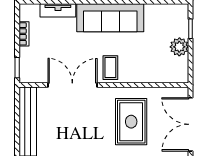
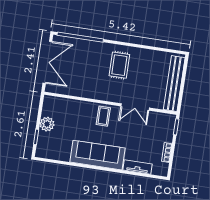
double door: (72, 85) -> (135, 107), width x0.73
rug: (131, 122) -> (119, 65), moved, width x0.73, depth x0.70

